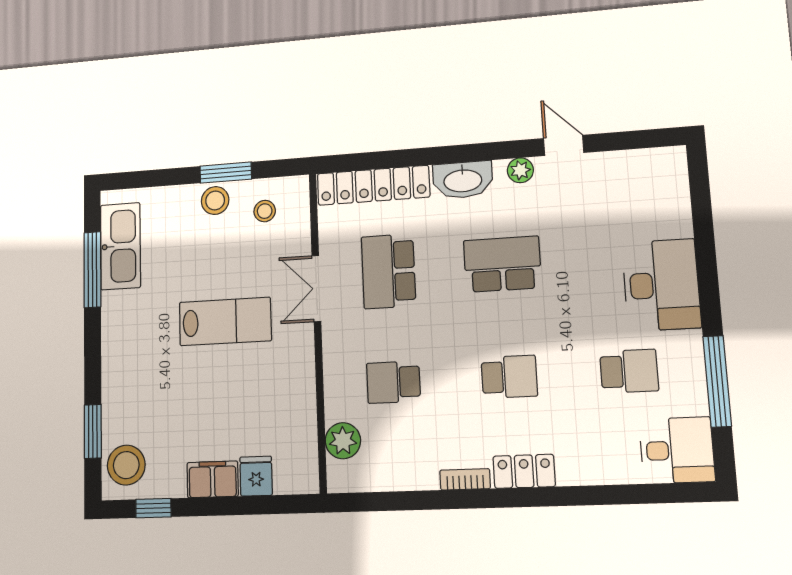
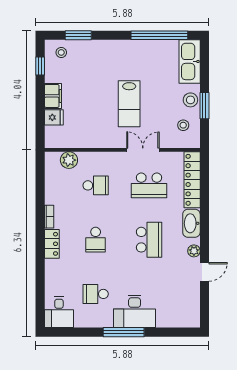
kitchen sink: (120, 246) -> (190, 61), moved, turned 90
window: (92, 270) -> (159, 35), width x1.46
school desk: (388, 271) -> (149, 185), turned 180
school desk: (629, 371) -> (96, 294), turned 90
window: (717, 381) -> (124, 332), moved
school desk: (393, 382) -> (96, 185), turned 90
stool: (126, 465) -> (61, 52), width x0.53, depth x0.53

